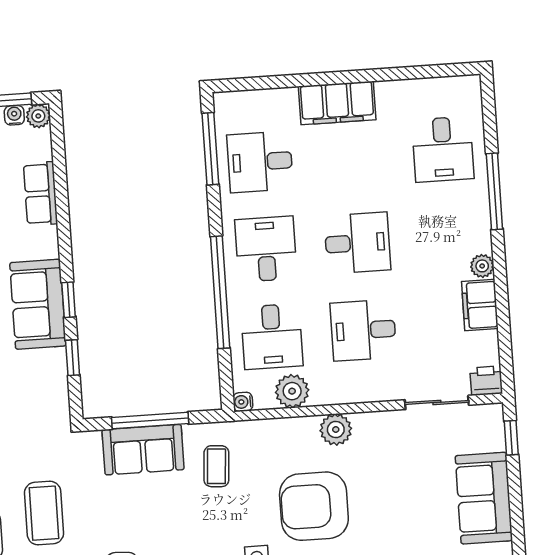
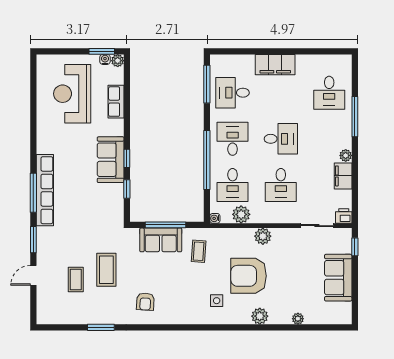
desk: (363, 330) -> (281, 185), turned -90

